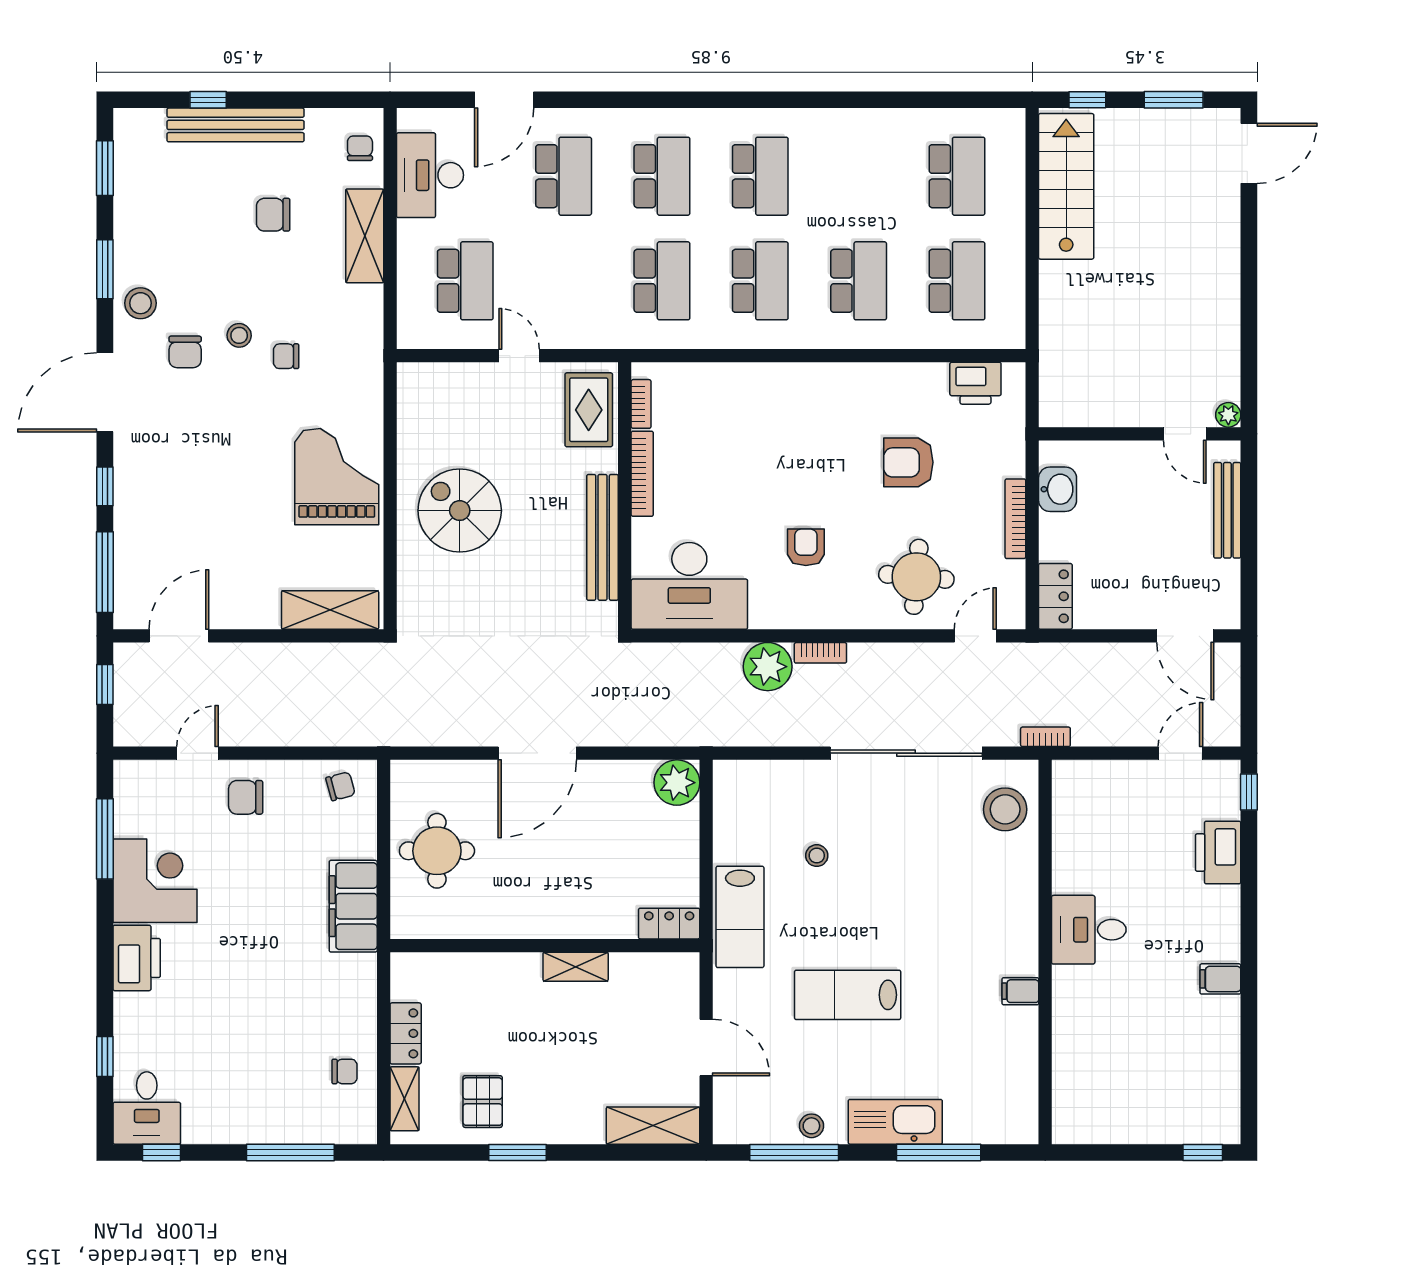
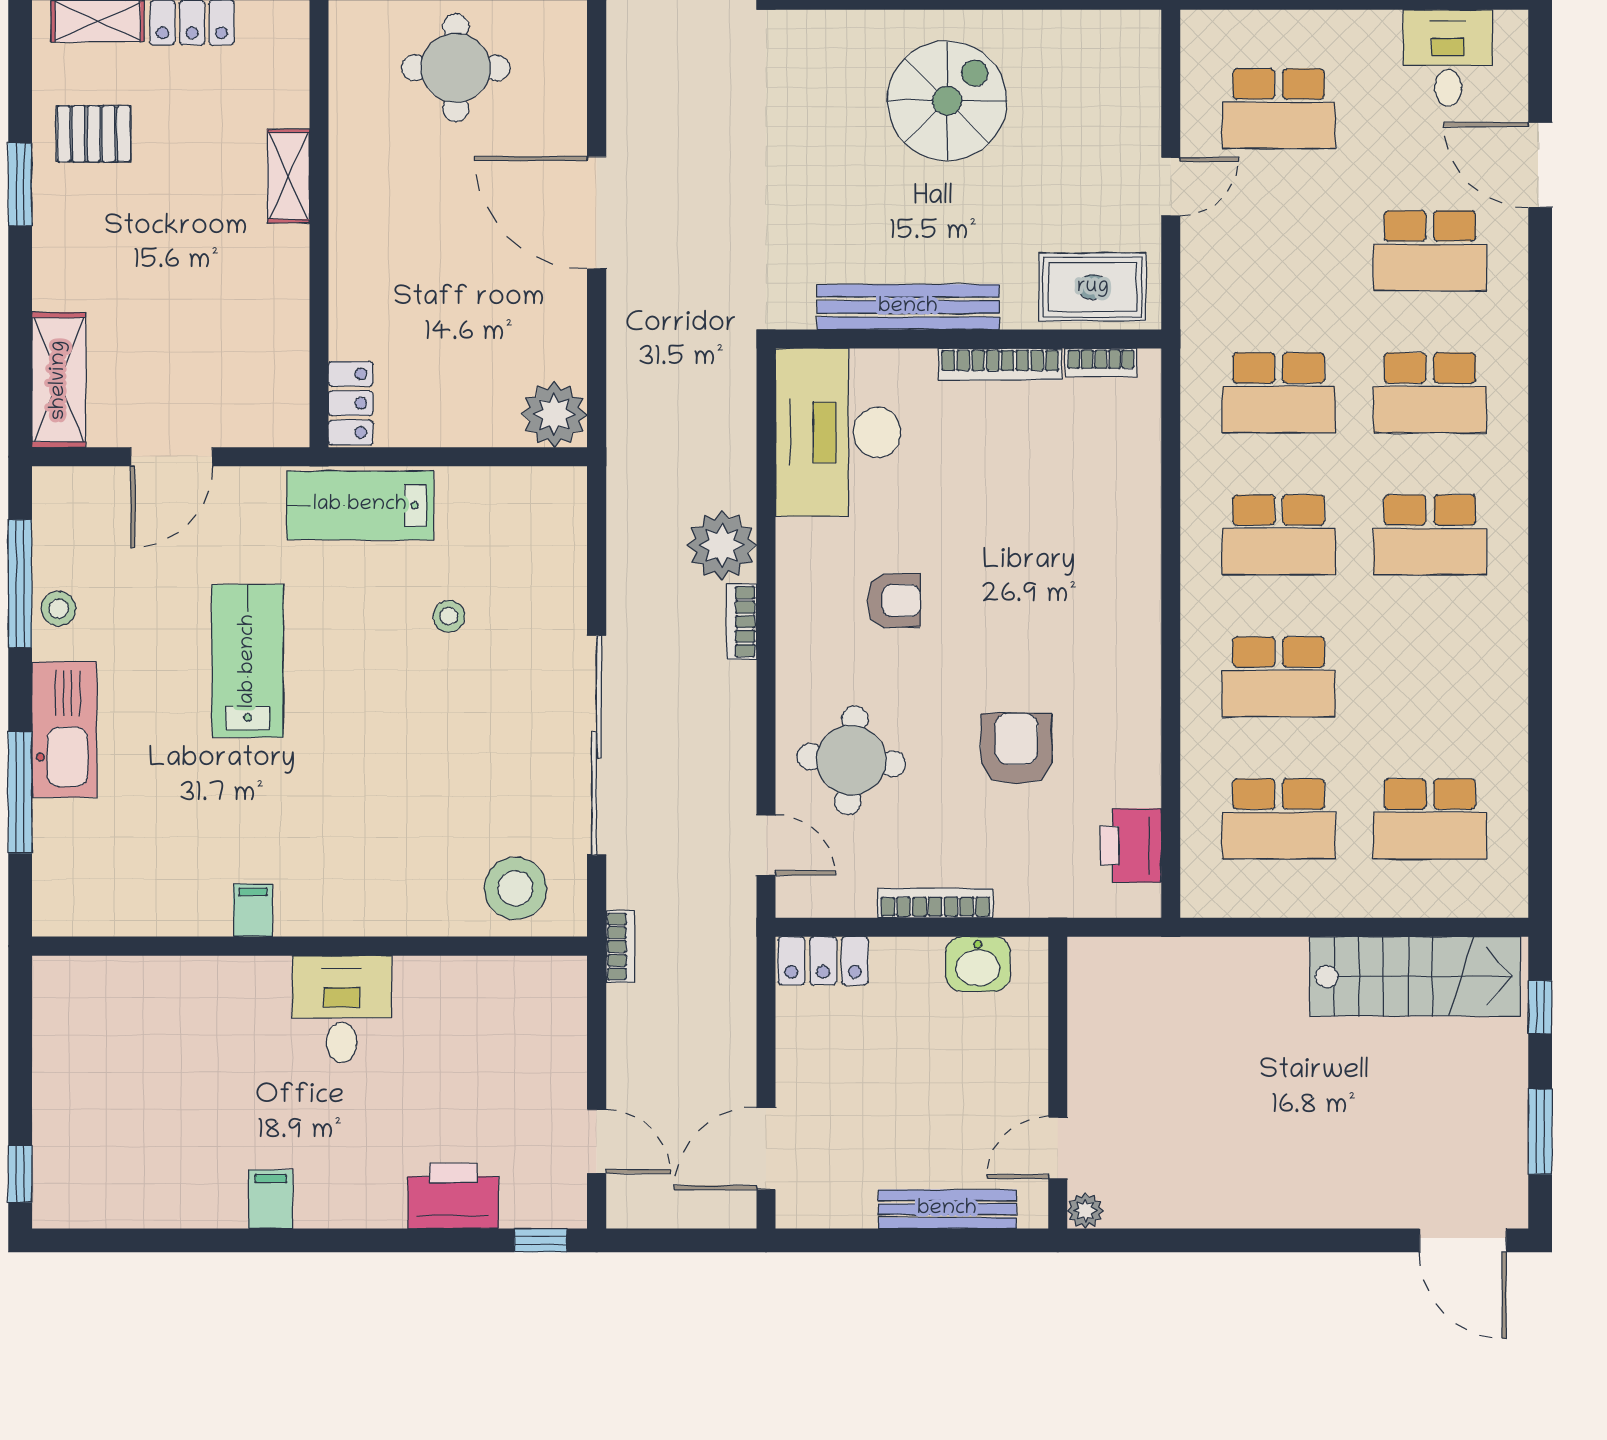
desk: (430, 175) -> (1448, 58), width x0.73
shelving: (576, 967) -> (288, 176), moved

